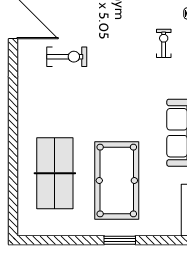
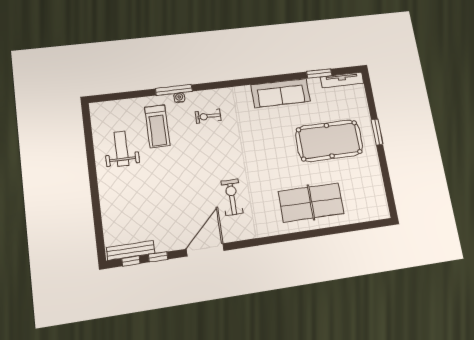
table tennis table: (55, 173) -> (311, 202), moved

